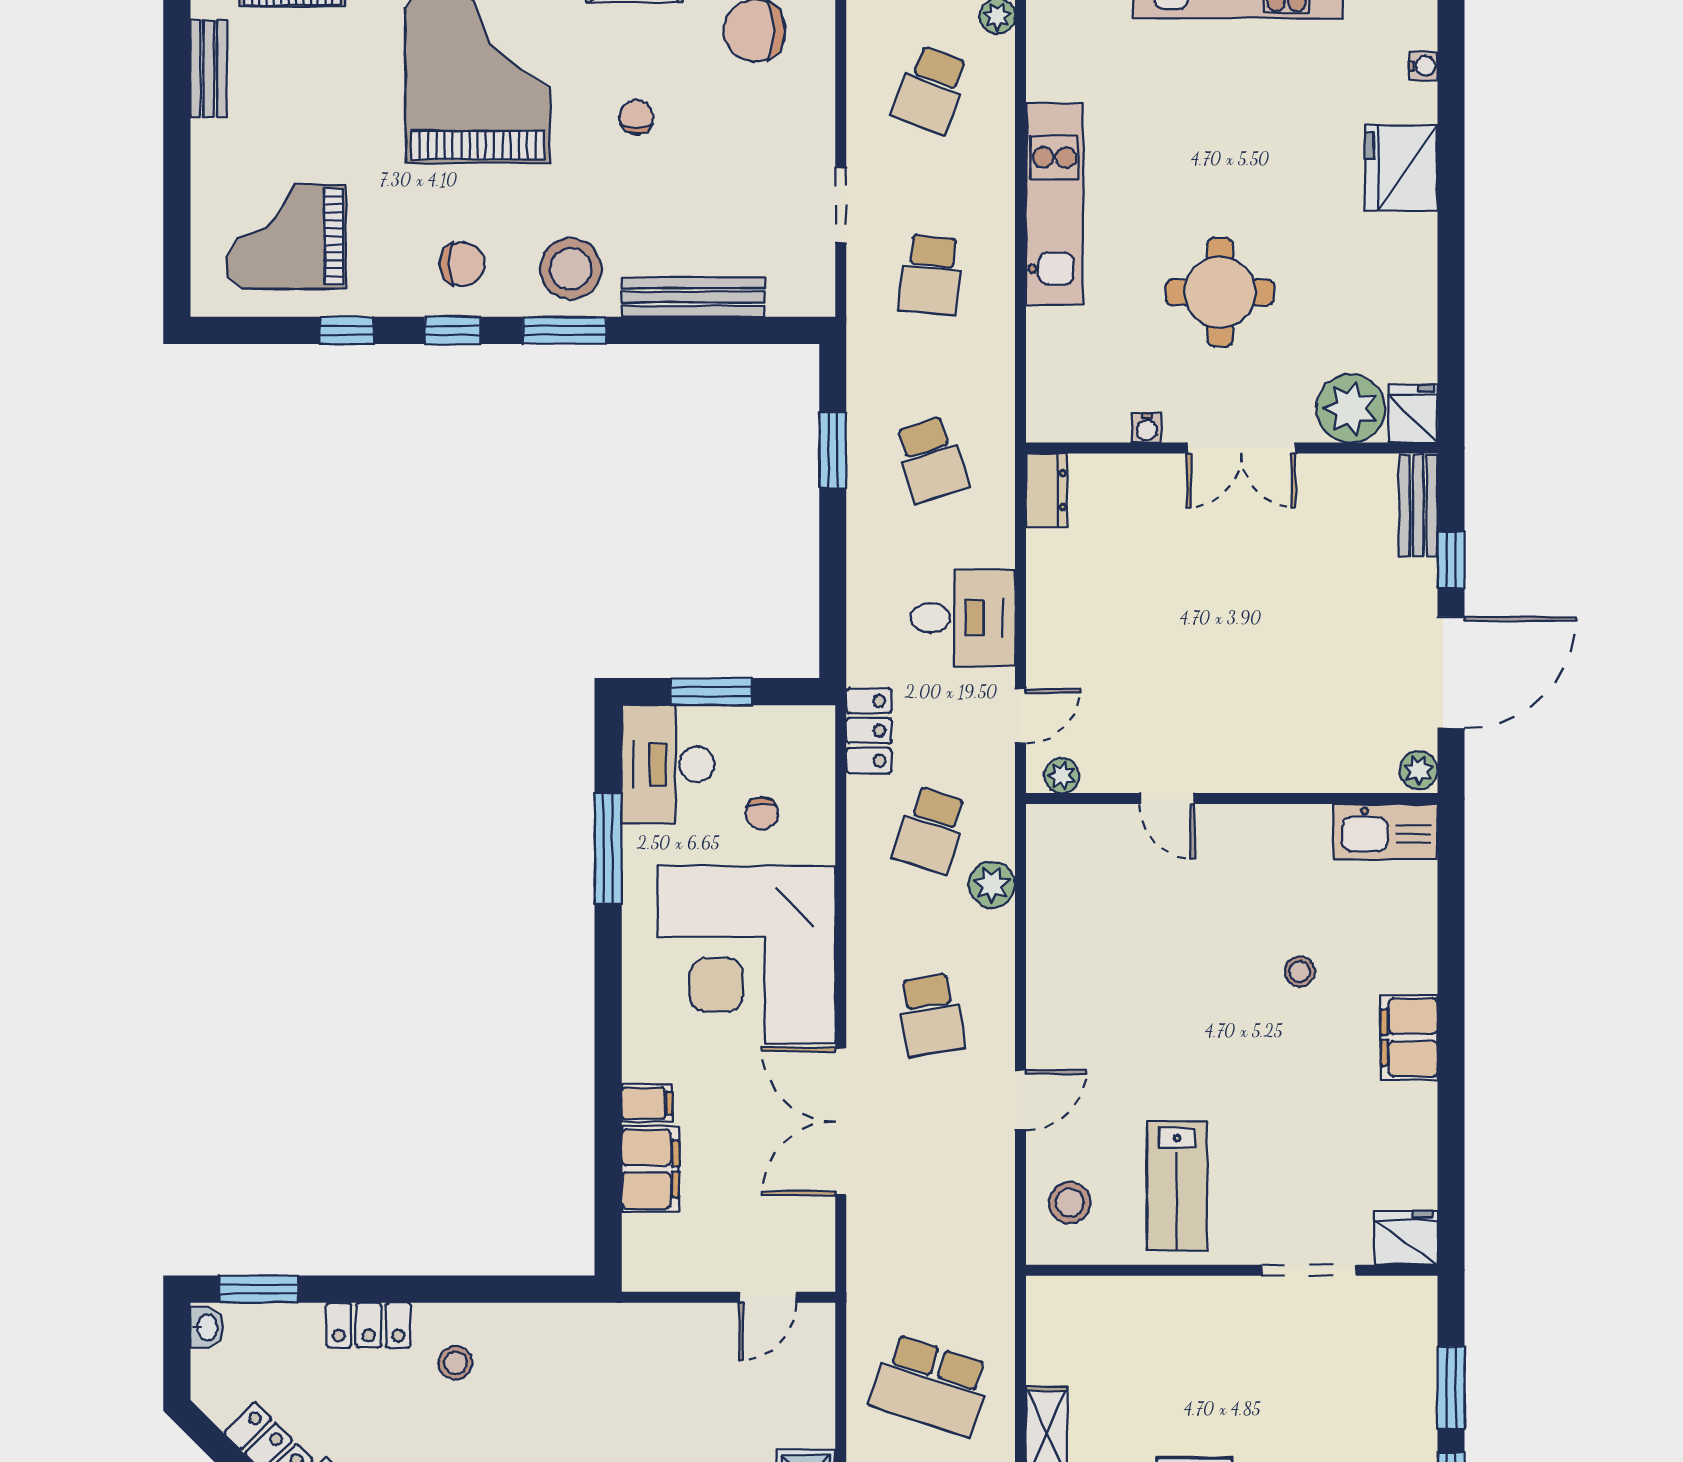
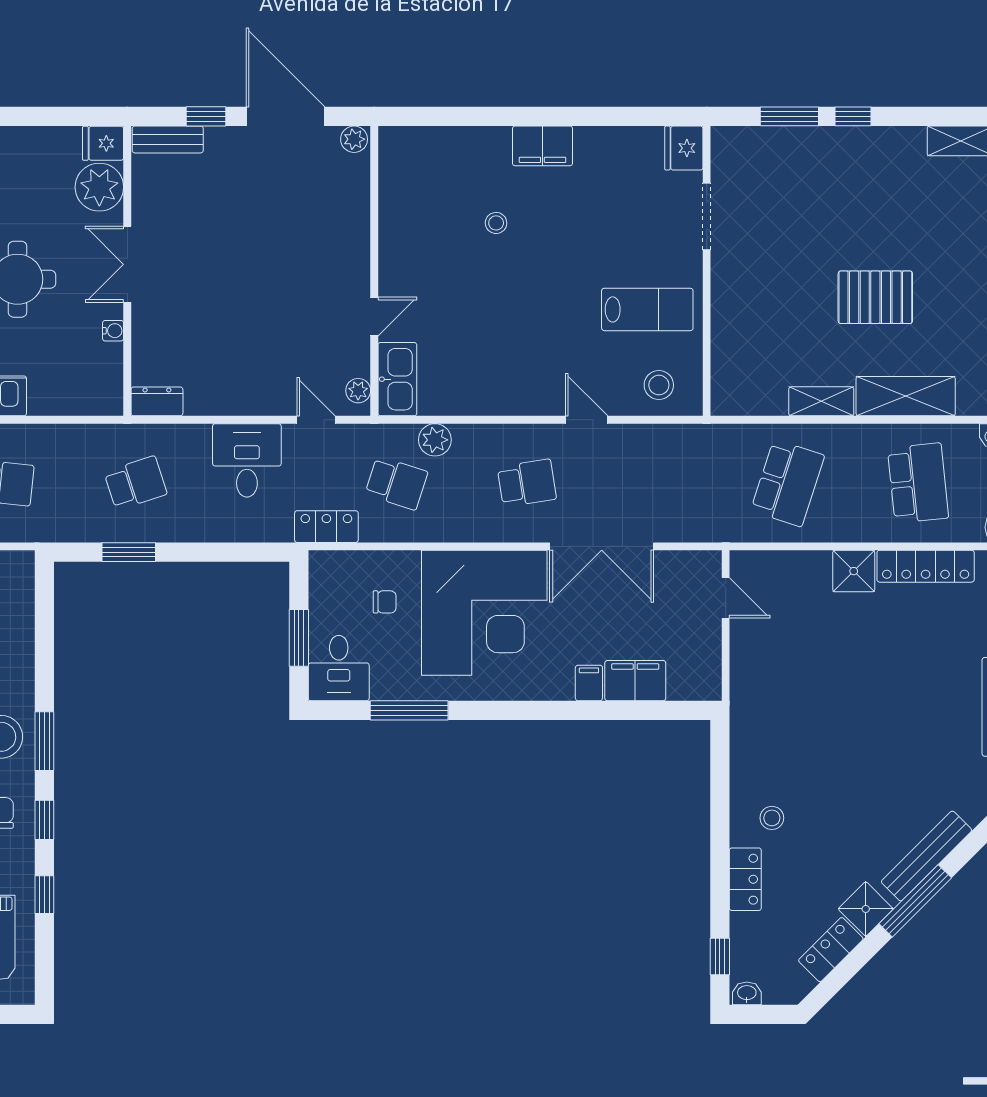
bench: (693, 297) -> (21, 651), removed
double door: (1241, 448) -> (127, 264), swing flipped
desk: (668, 764) -> (339, 668), width x0.73
kitchen sink: (1385, 831) -> (397, 379), moved
window: (259, 1289) -> (720, 957), width x0.67

